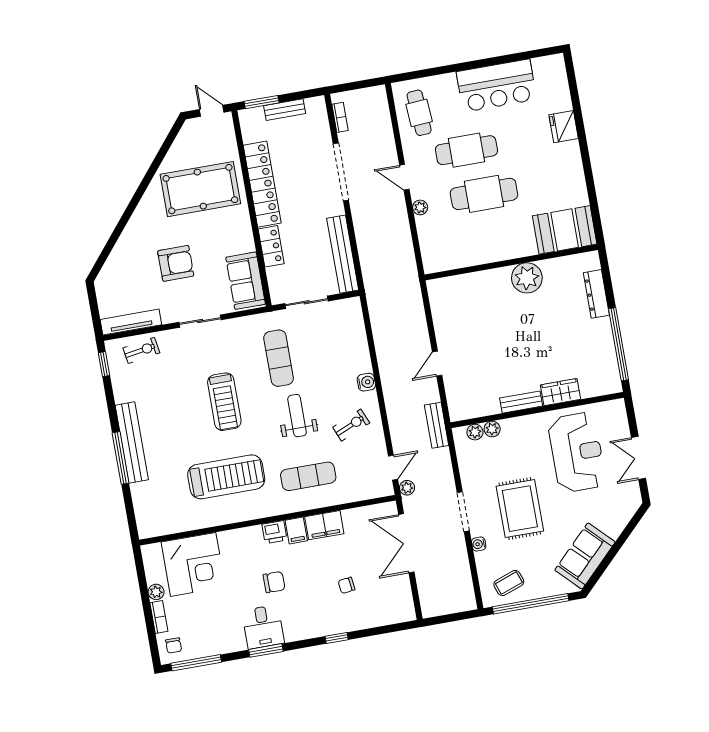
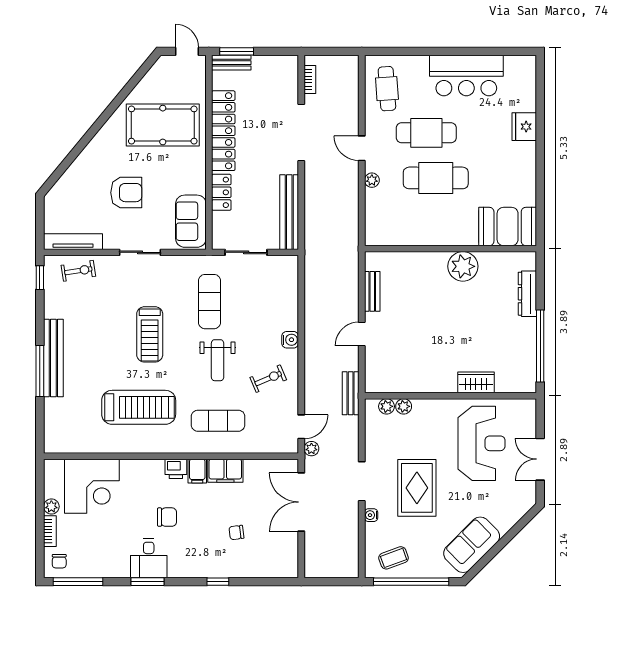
bench: (285, 110) -> (231, 63), moved
bench: (521, 402) -> (372, 291), moved, turned 90
weight bench: (297, 416) -> (218, 360), turned 180

